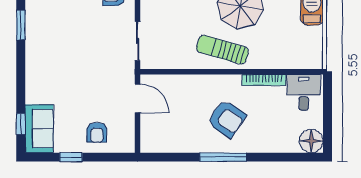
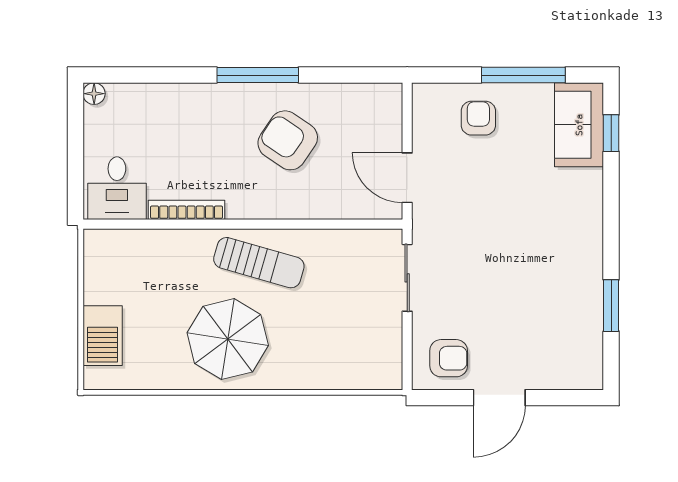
armchair: (227, 119) -> (288, 140), moved
floor lamp: (311, 141) -> (94, 94), width x0.53, depth x0.53
window: (71, 157) -> (523, 75), width x2.17

